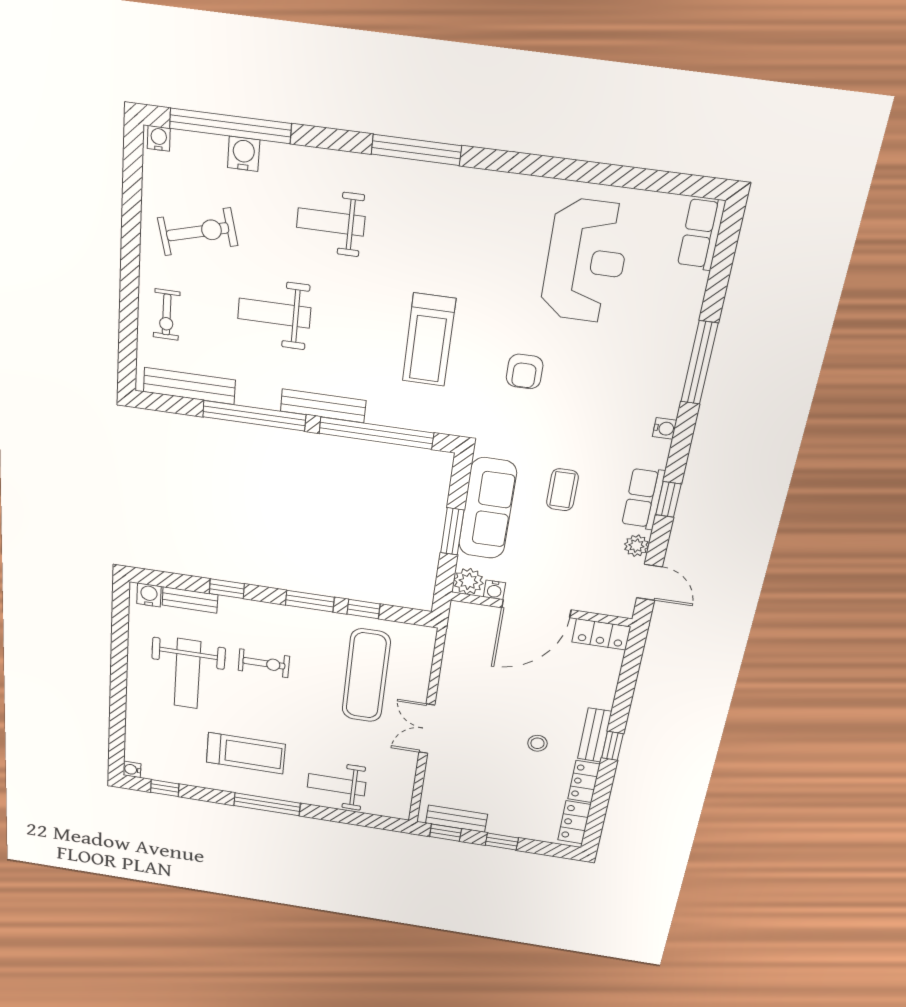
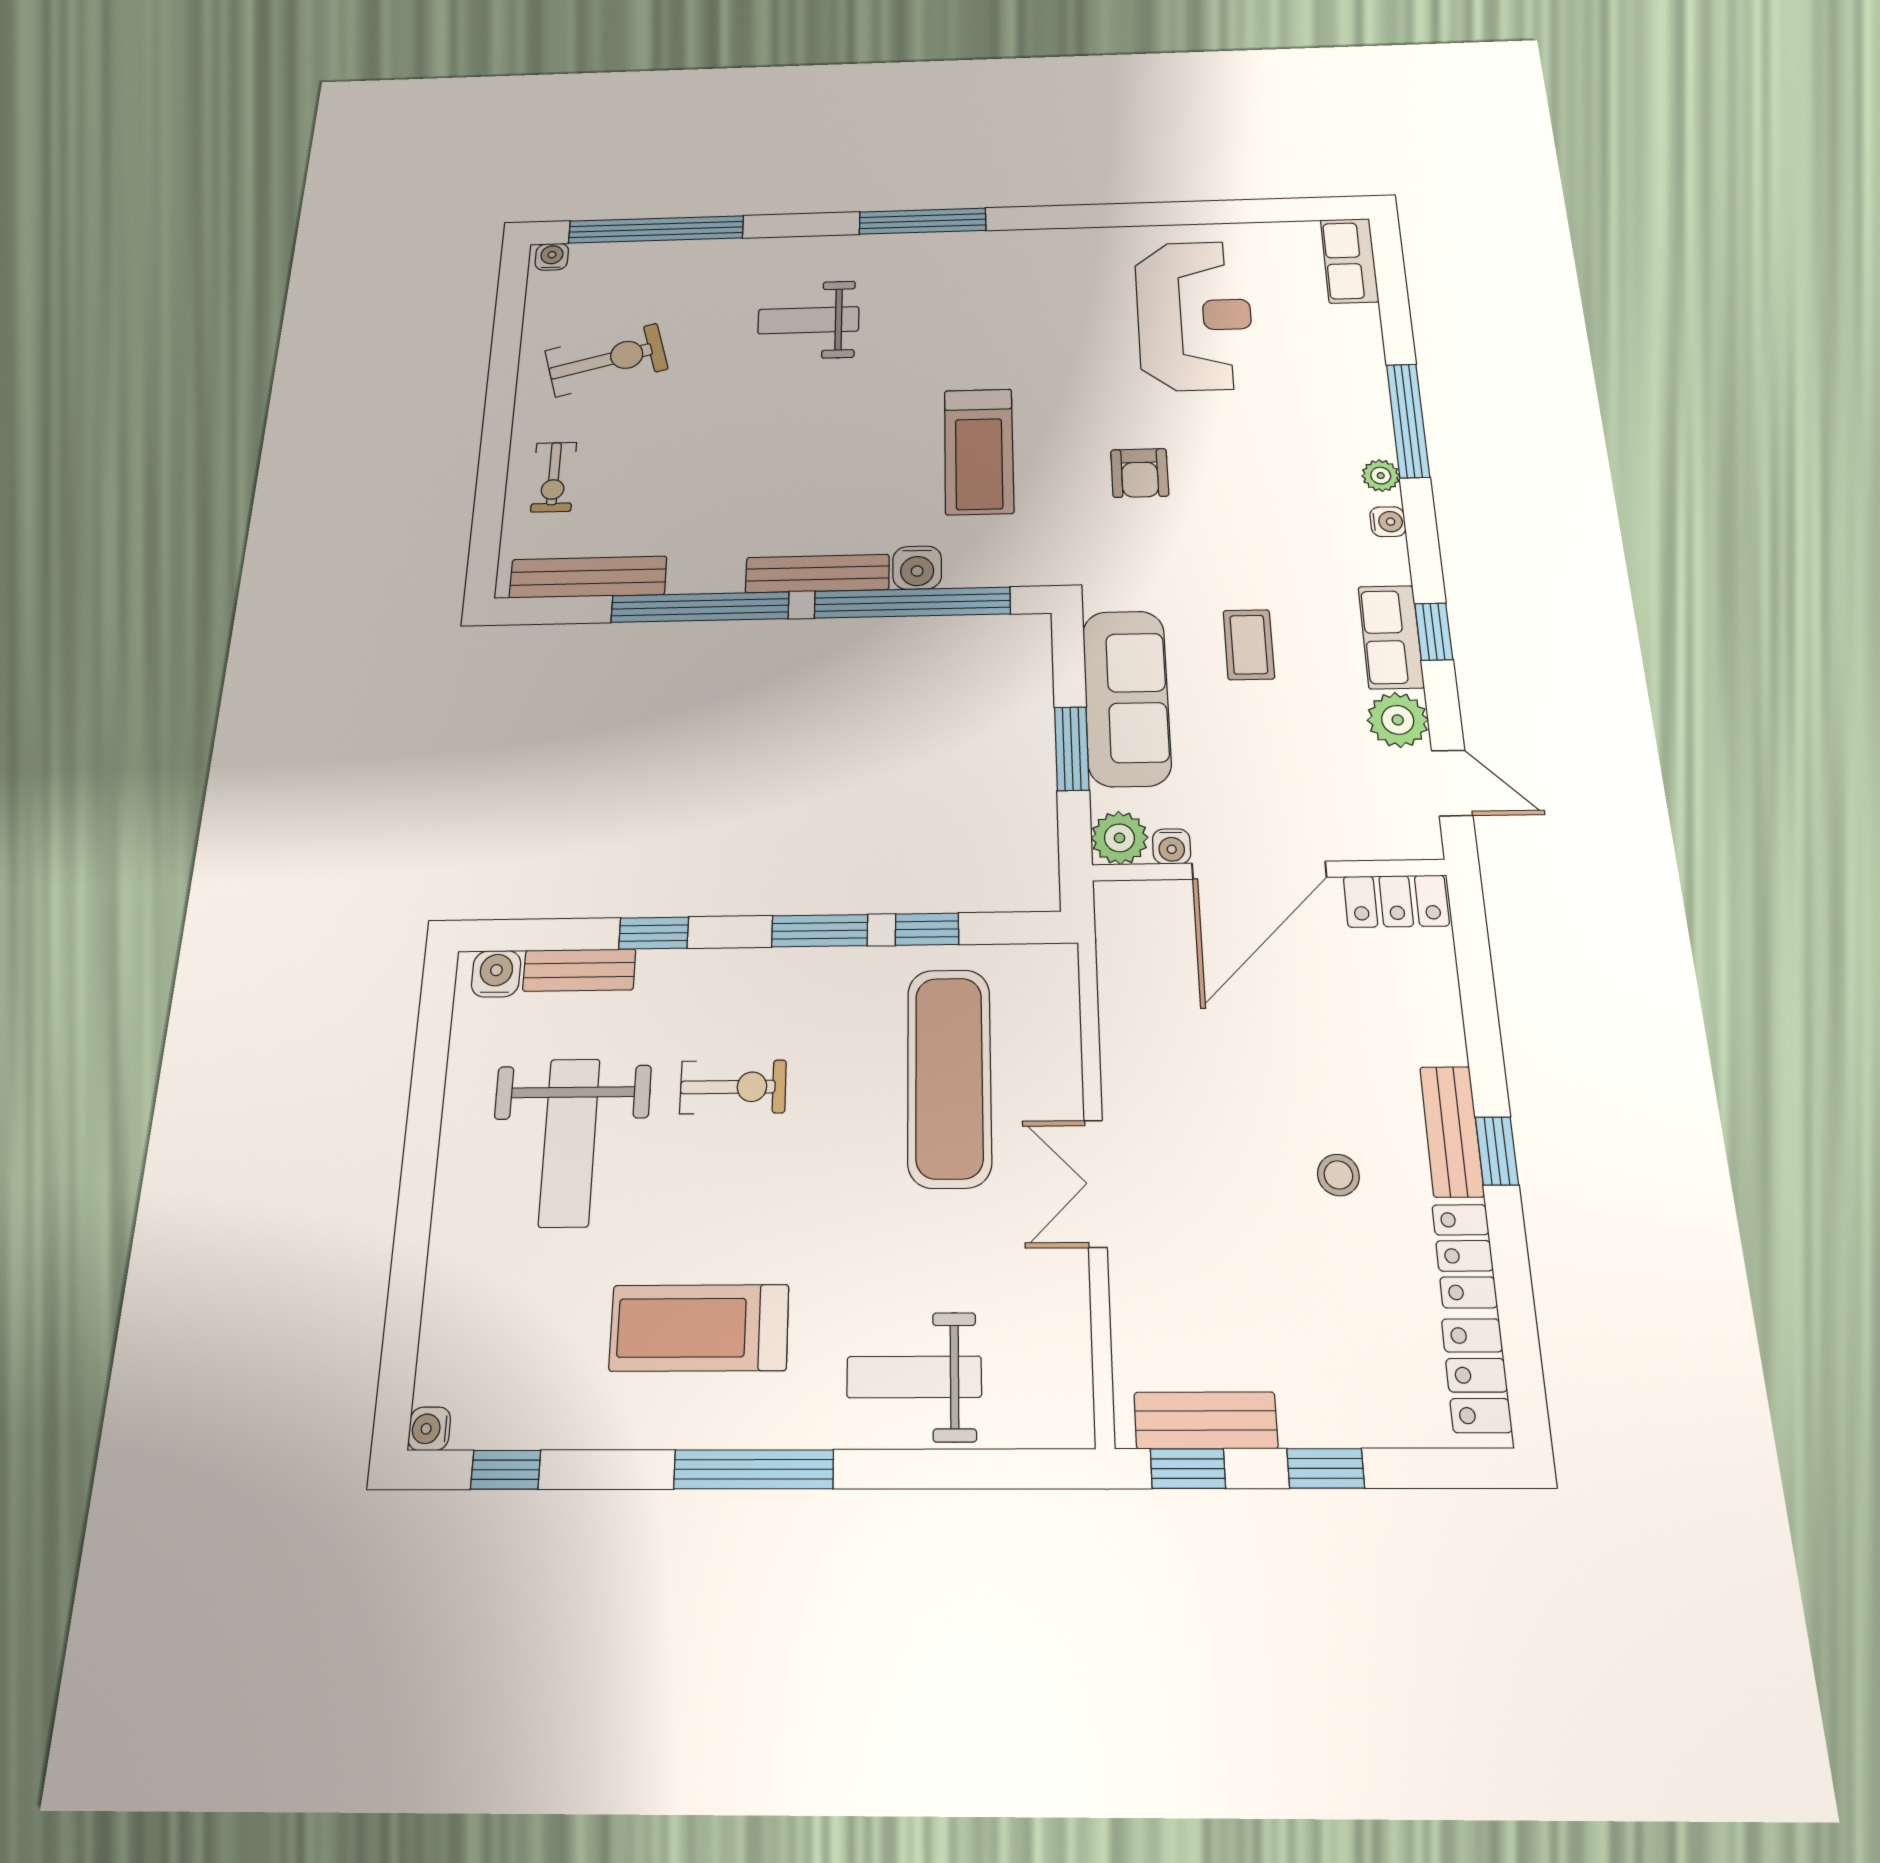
water cooler: (244, 154) -> (917, 568), moved, turned 180
weight bench: (274, 313) -> (728, 450), removed
plant: (670, 398) -> (1381, 476), added
plant: (636, 546) -> (1398, 720), width x1.38, depth x1.38
treadmill: (246, 753) -> (699, 1328), turned 180

